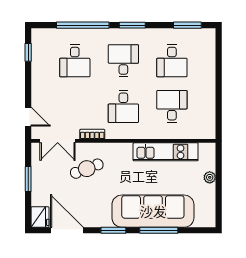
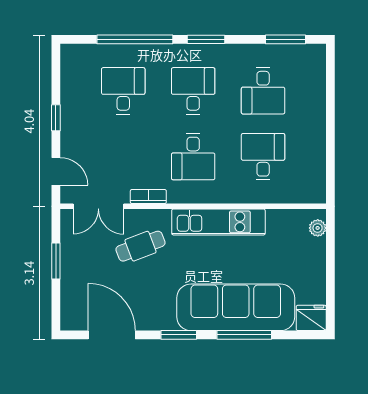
window: (28, 52) -> (56, 118), moved
desk: (75, 61) -> (123, 91), turned 180
kitchen unit: (166, 152) -> (218, 222), moved
plant: (210, 177) -> (318, 228), moved
fridge: (40, 217) -> (311, 318), moved, turned -90

